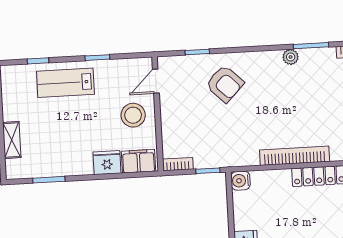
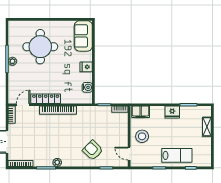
door: (156, 81) -> (129, 154), swing flipped
fridge: (107, 163) -> (172, 112), moved
water cooler: (241, 181) -> (87, 87), moved

